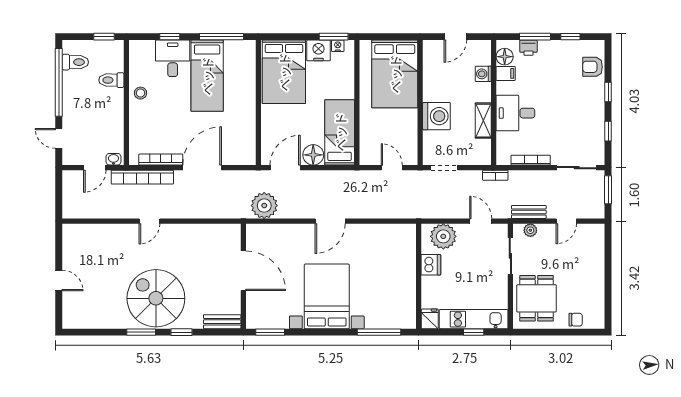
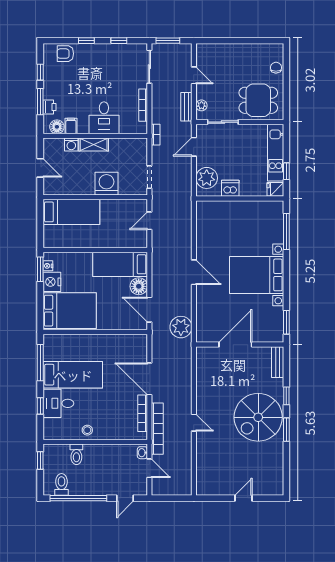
armchair: (593, 67) -> (65, 54), turned 90
bed: (395, 74) -> (71, 212), width x0.67
shelving: (483, 121) -> (94, 145), moved
window: (474, 332) -> (286, 171), moved

